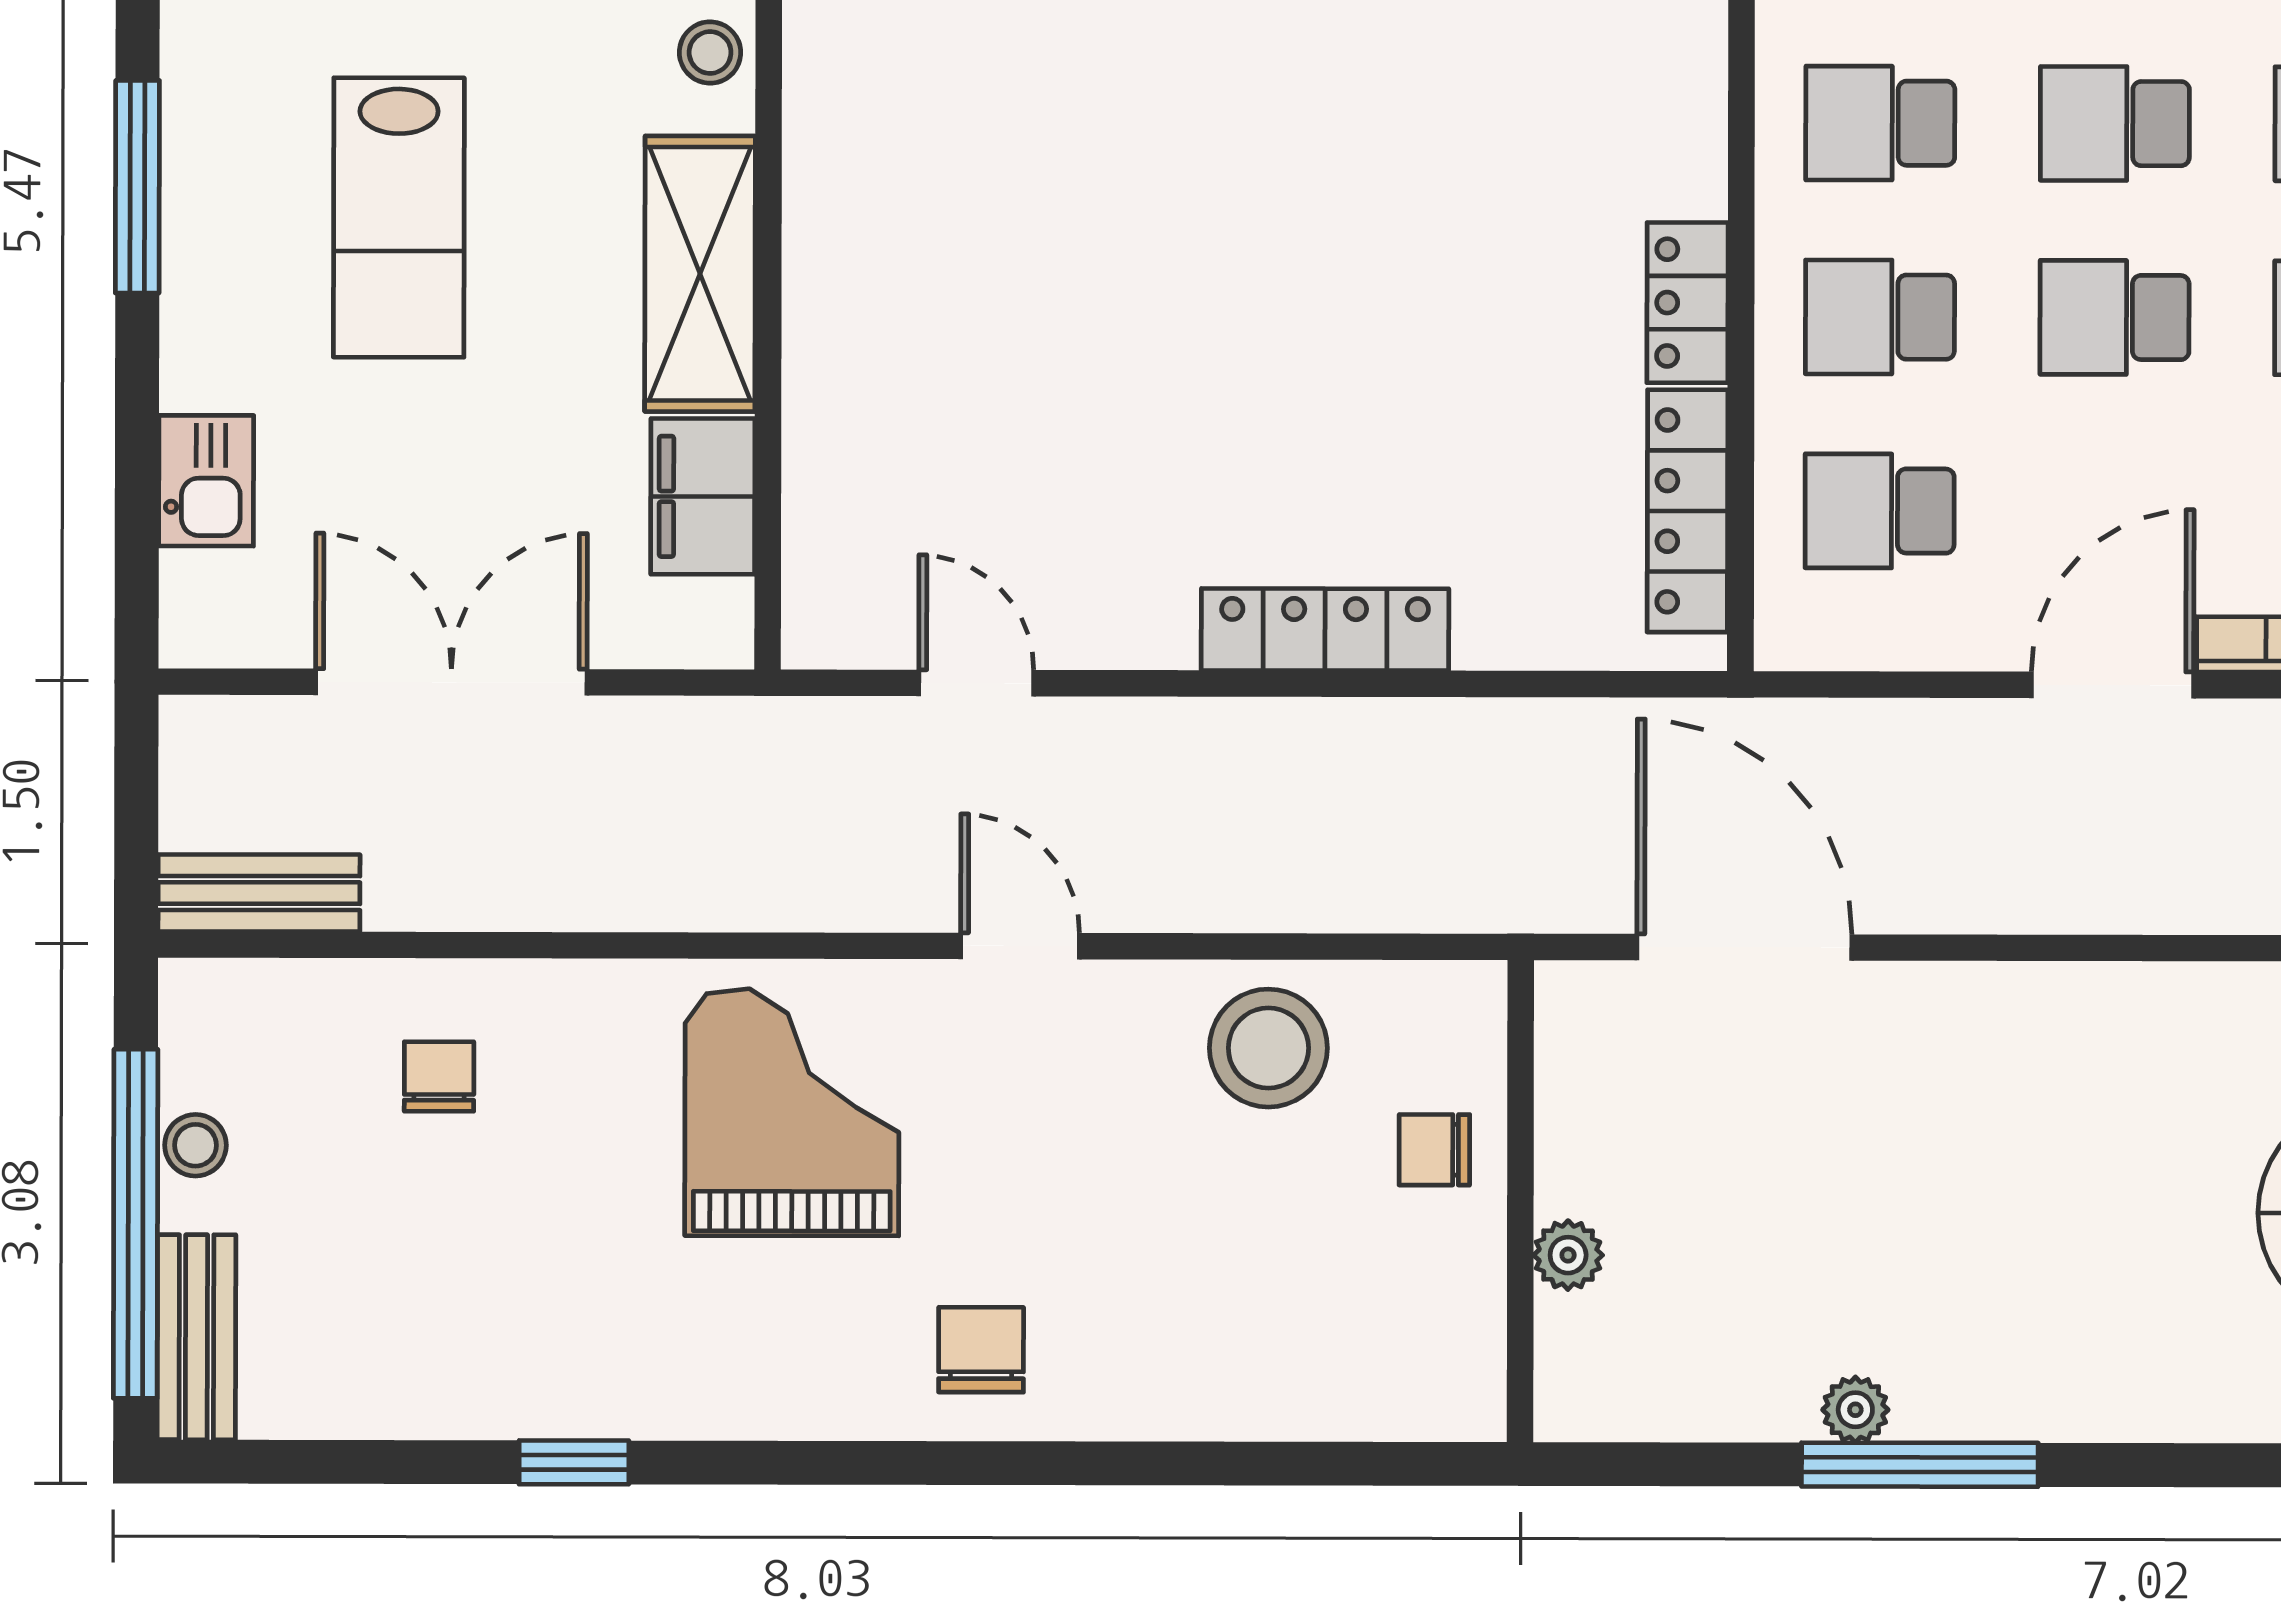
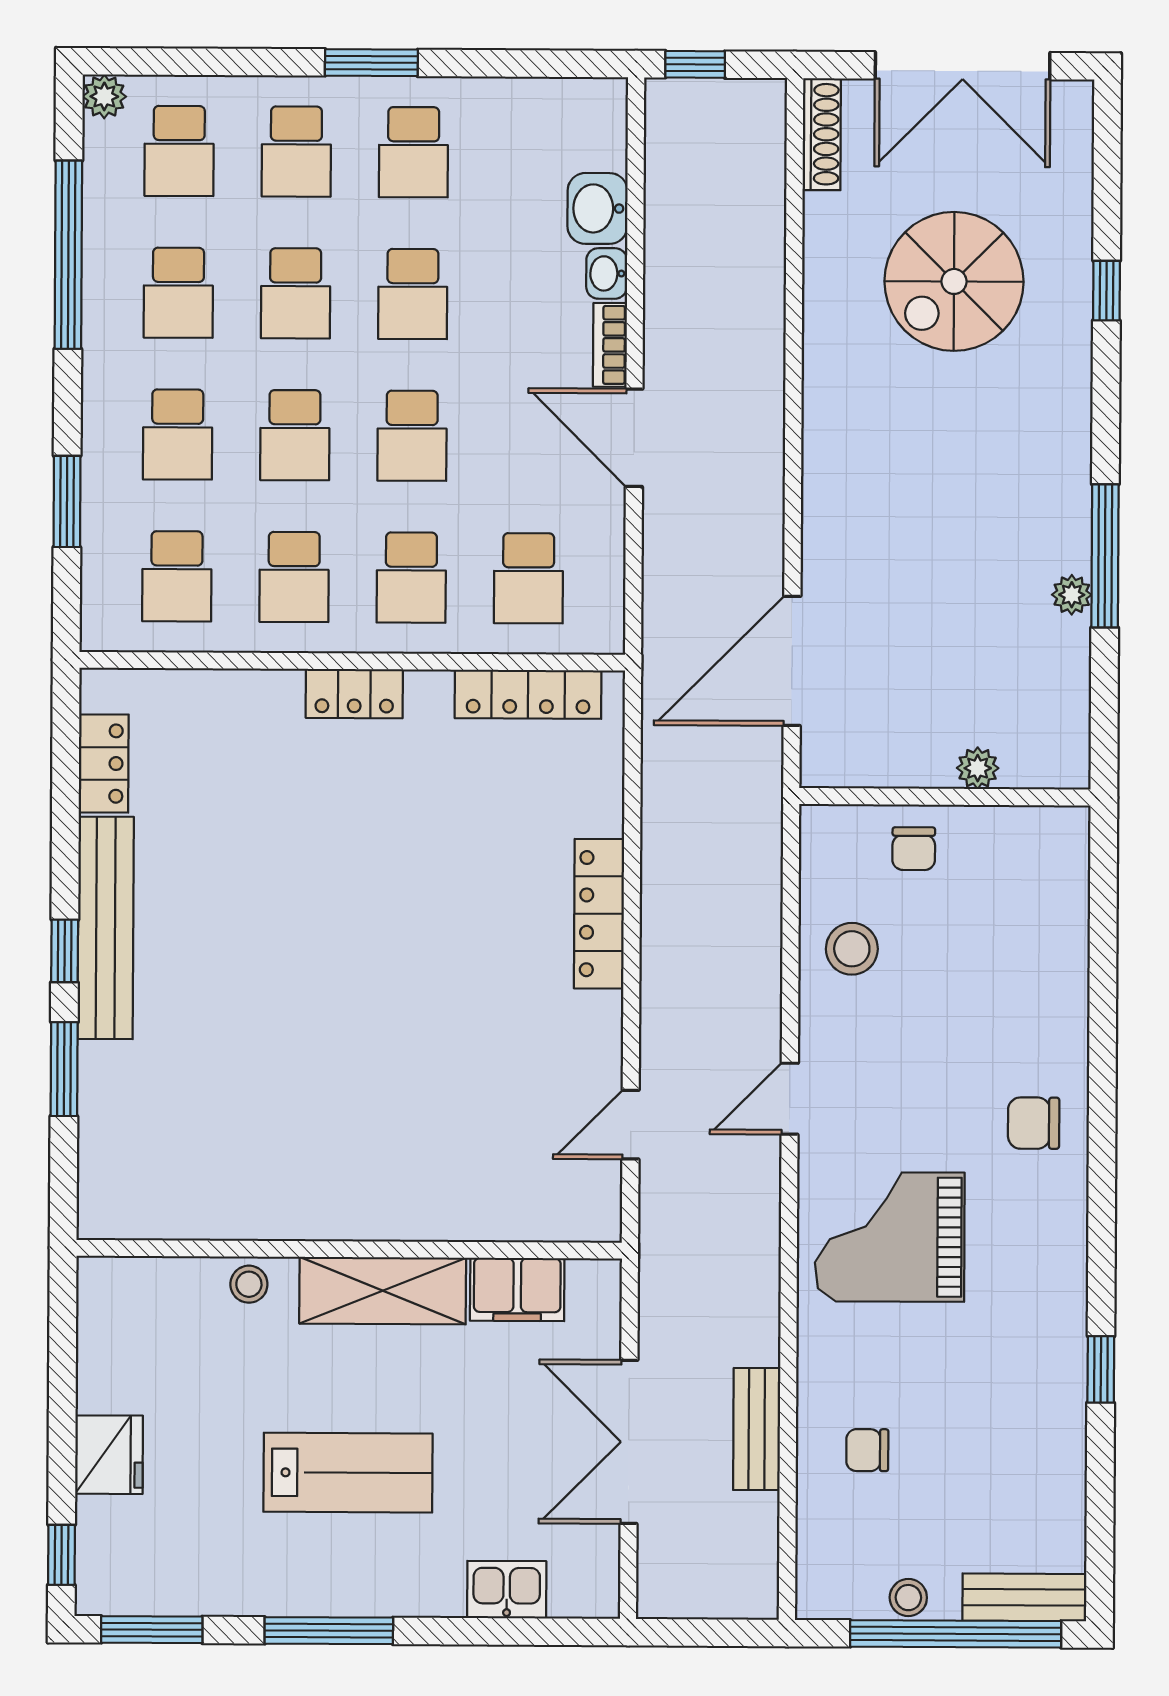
locker: (1687, 303) -> (354, 694), moved
bench: (259, 893) -> (757, 1429), moved
stool: (1268, 1048) -> (852, 949), width x0.73, depth x0.73

